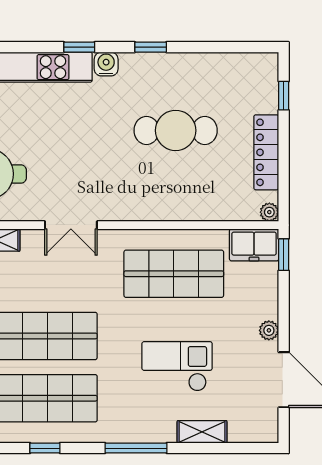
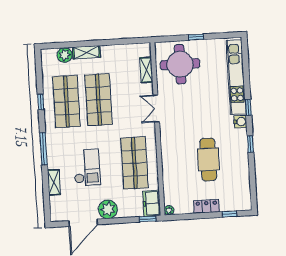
locker: (266, 152) -> (206, 206), width x0.66
plant: (269, 330) -> (108, 209), width x1.87, depth x1.87

